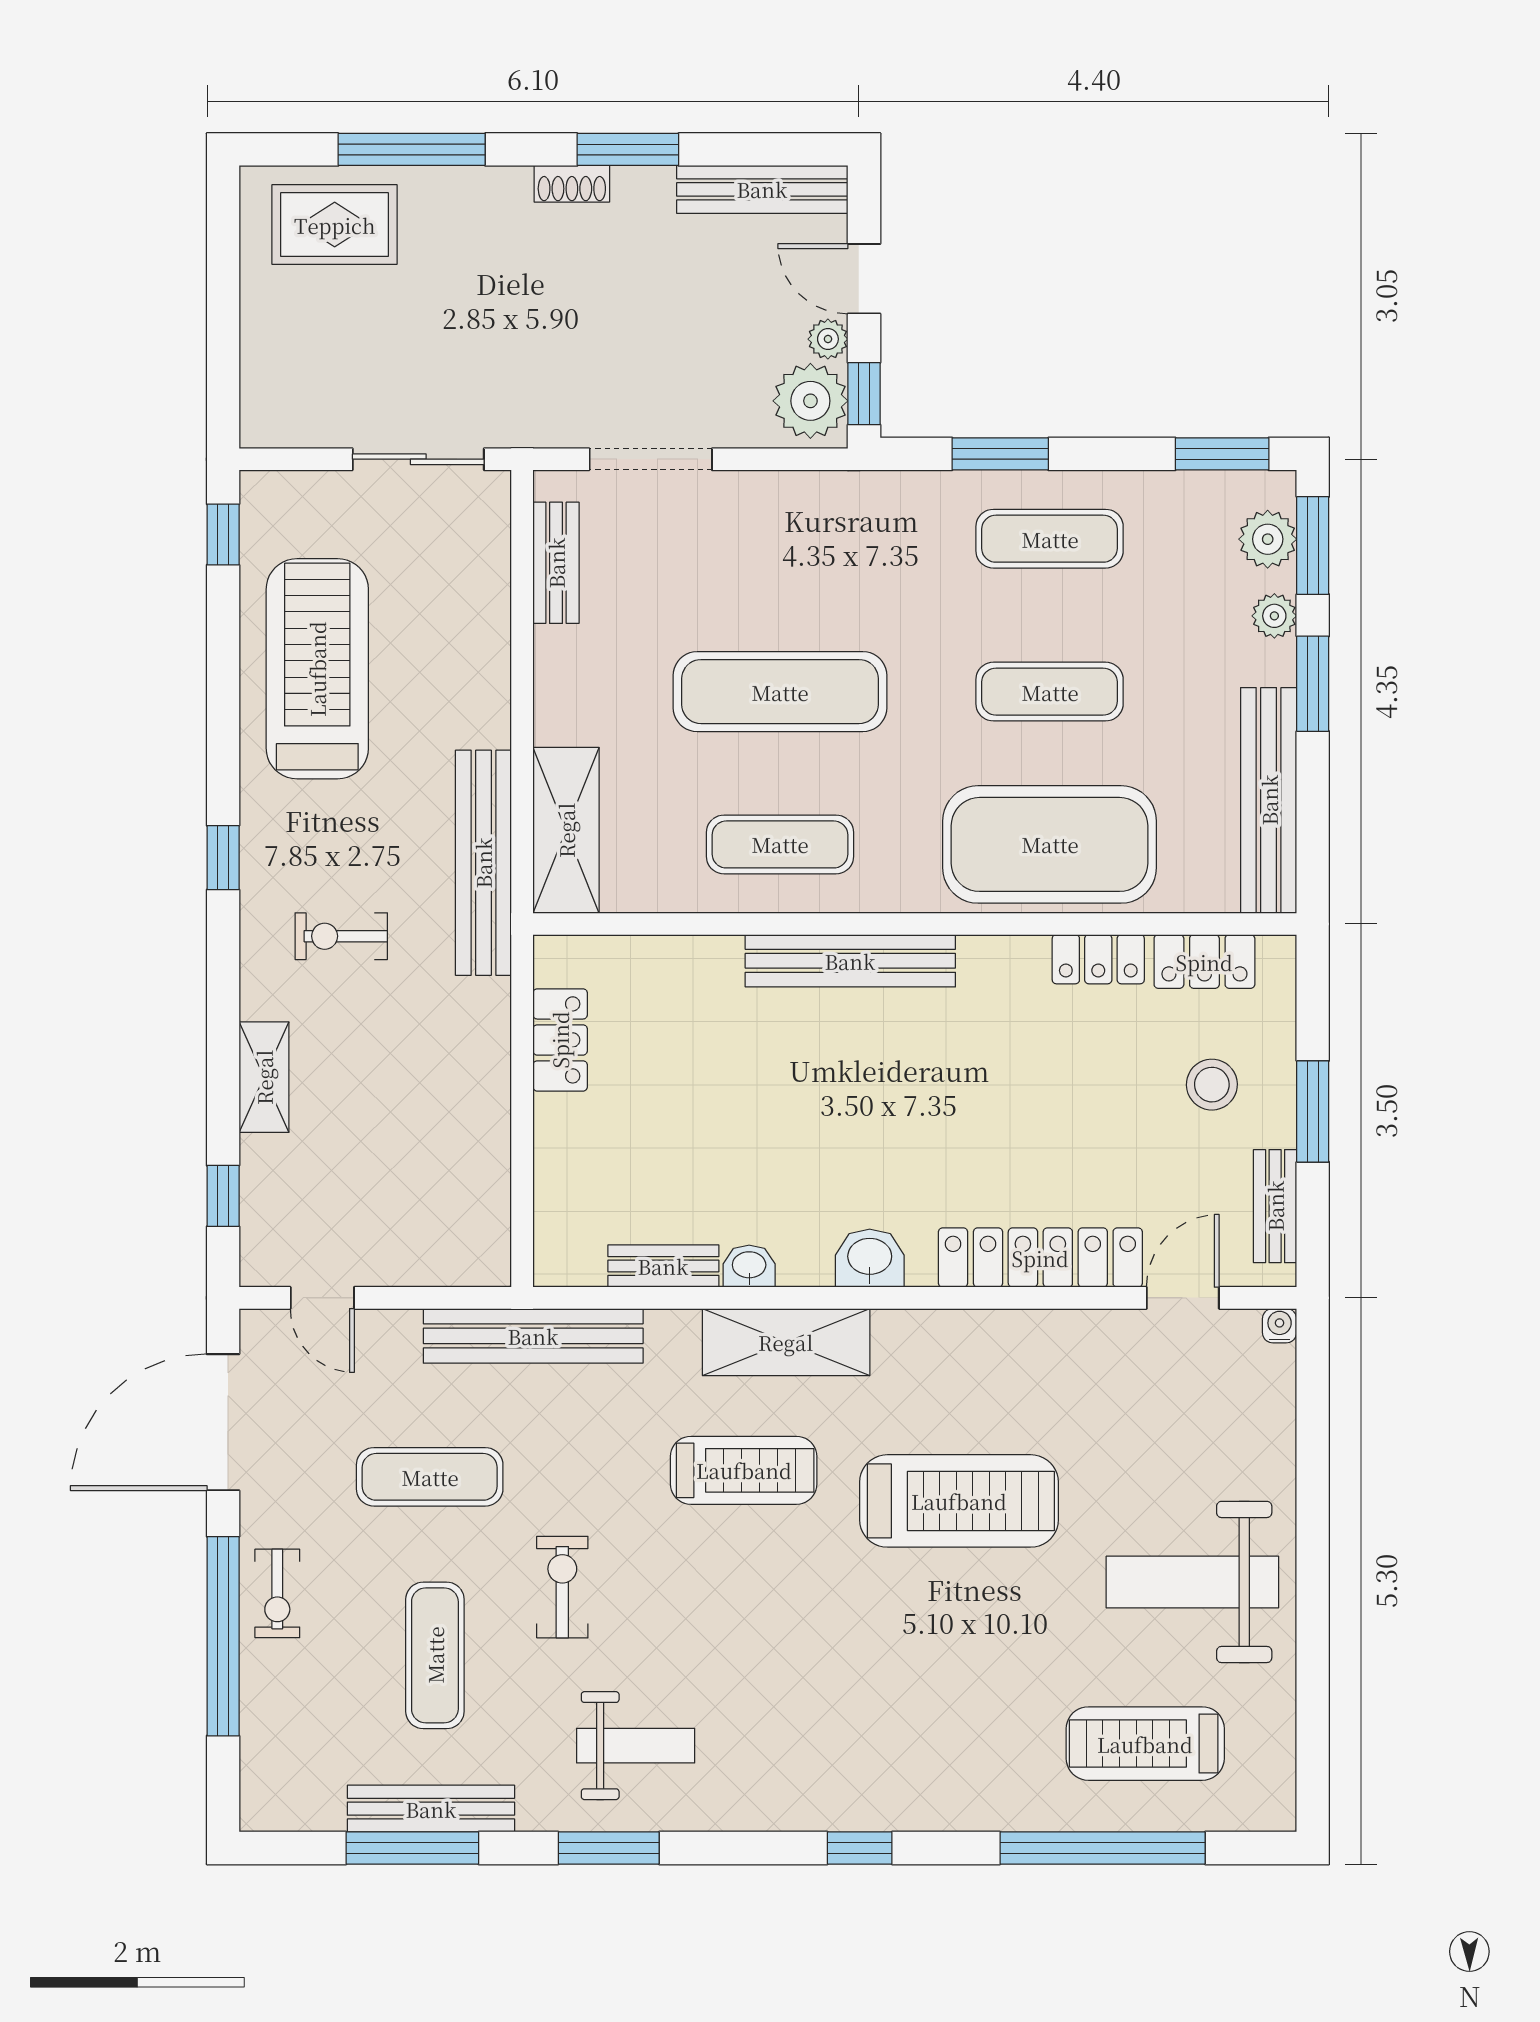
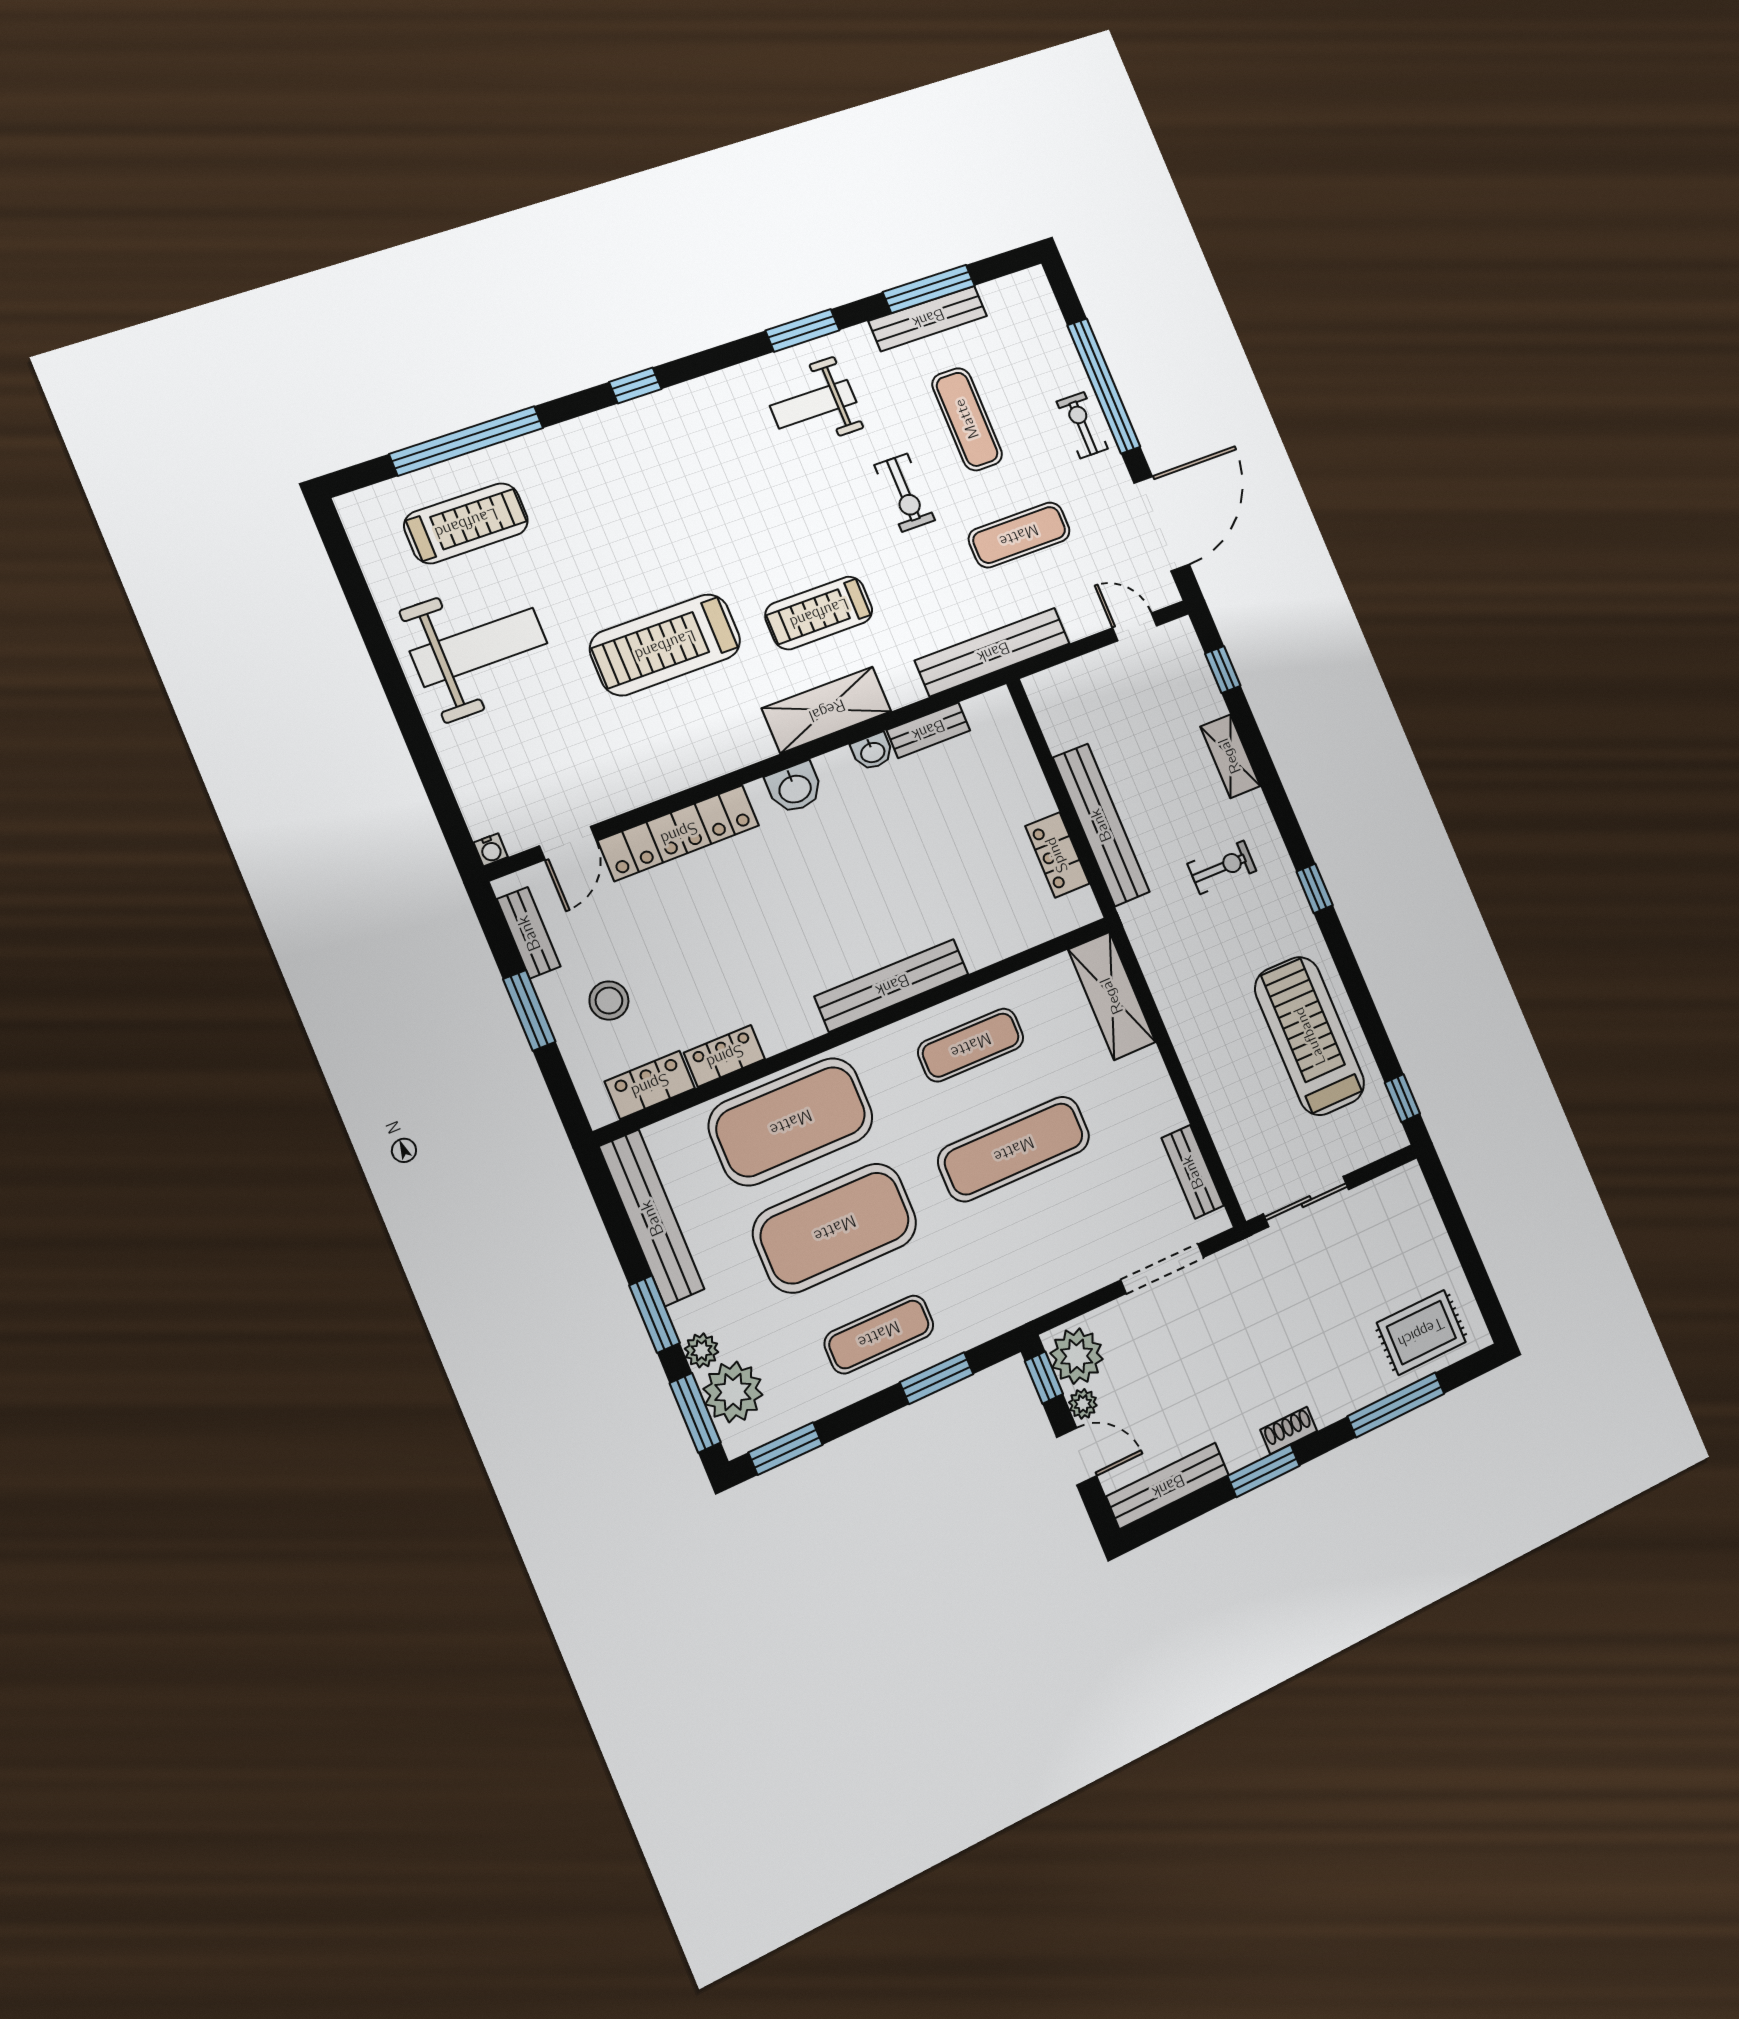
plant: (1268, 539) -> (733, 1392), width x1.36, depth x1.36
treadmill: (317, 669) -> (1310, 1036), turned 180
exercise mat: (1050, 692) -> (835, 1228), width x2.00, depth x1.45
bench: (483, 863) -> (1101, 825), moved

